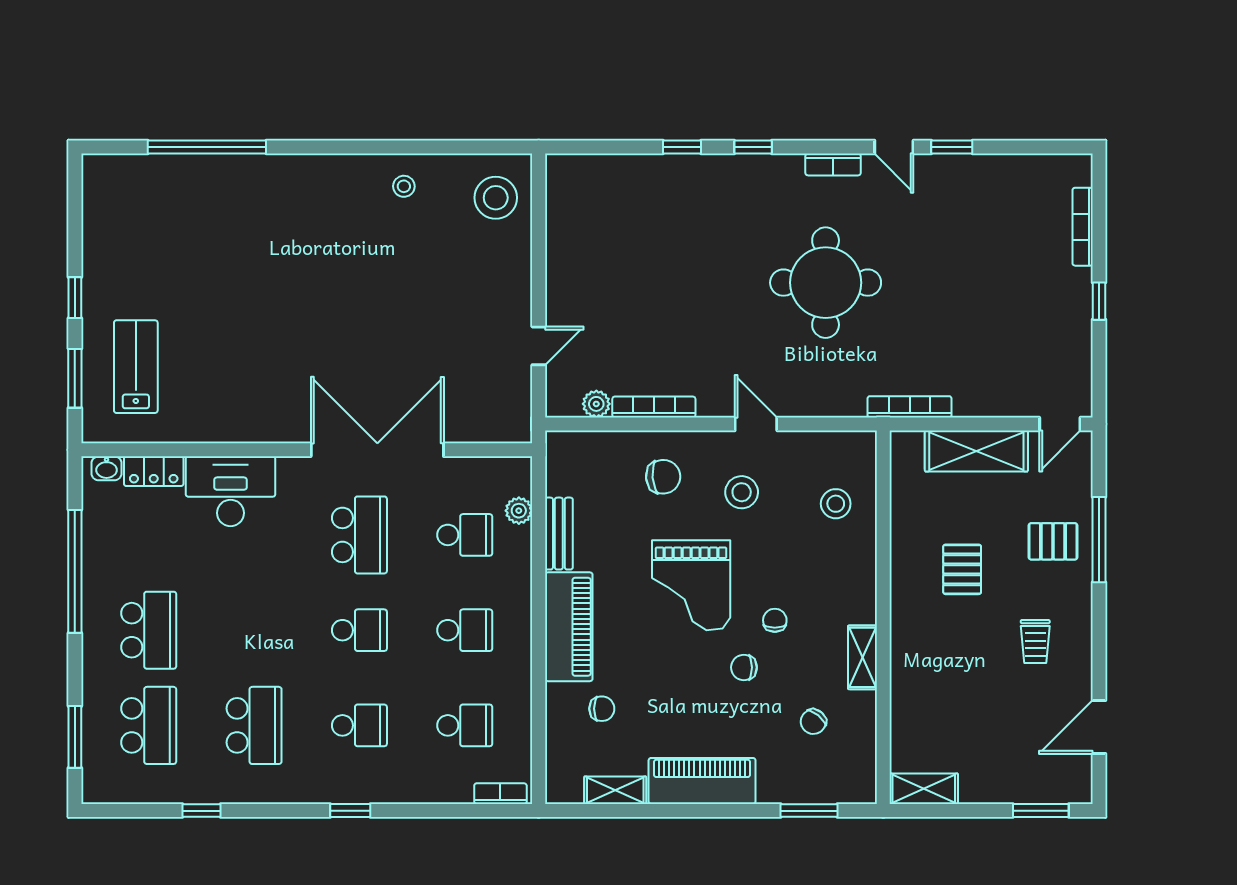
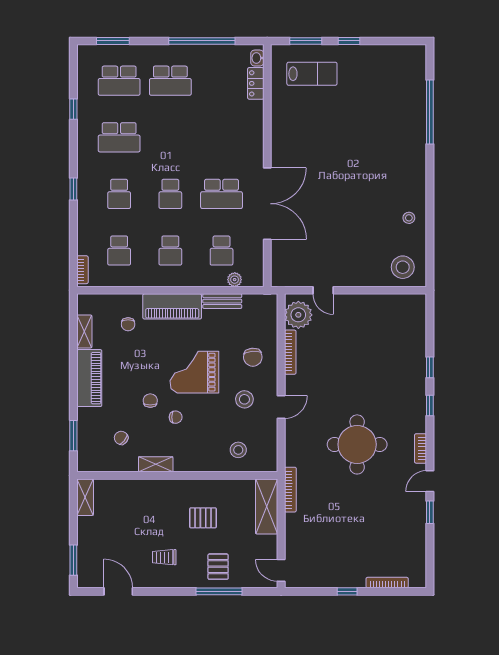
plant: (596, 404) -> (298, 315), width x1.88, depth x1.88
shelving: (976, 451) -> (267, 507), moved
desk: (231, 491) -> (245, 125), removed

